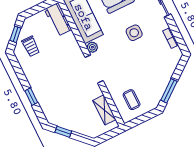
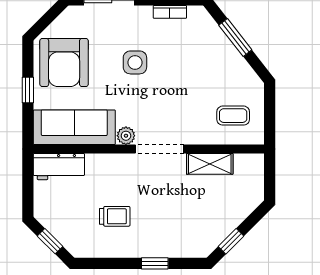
trolley: (31, 46) -> (115, 216), moved
window: (169, 91) -> (235, 37), moved
shelving: (104, 110) -> (210, 164), moved

